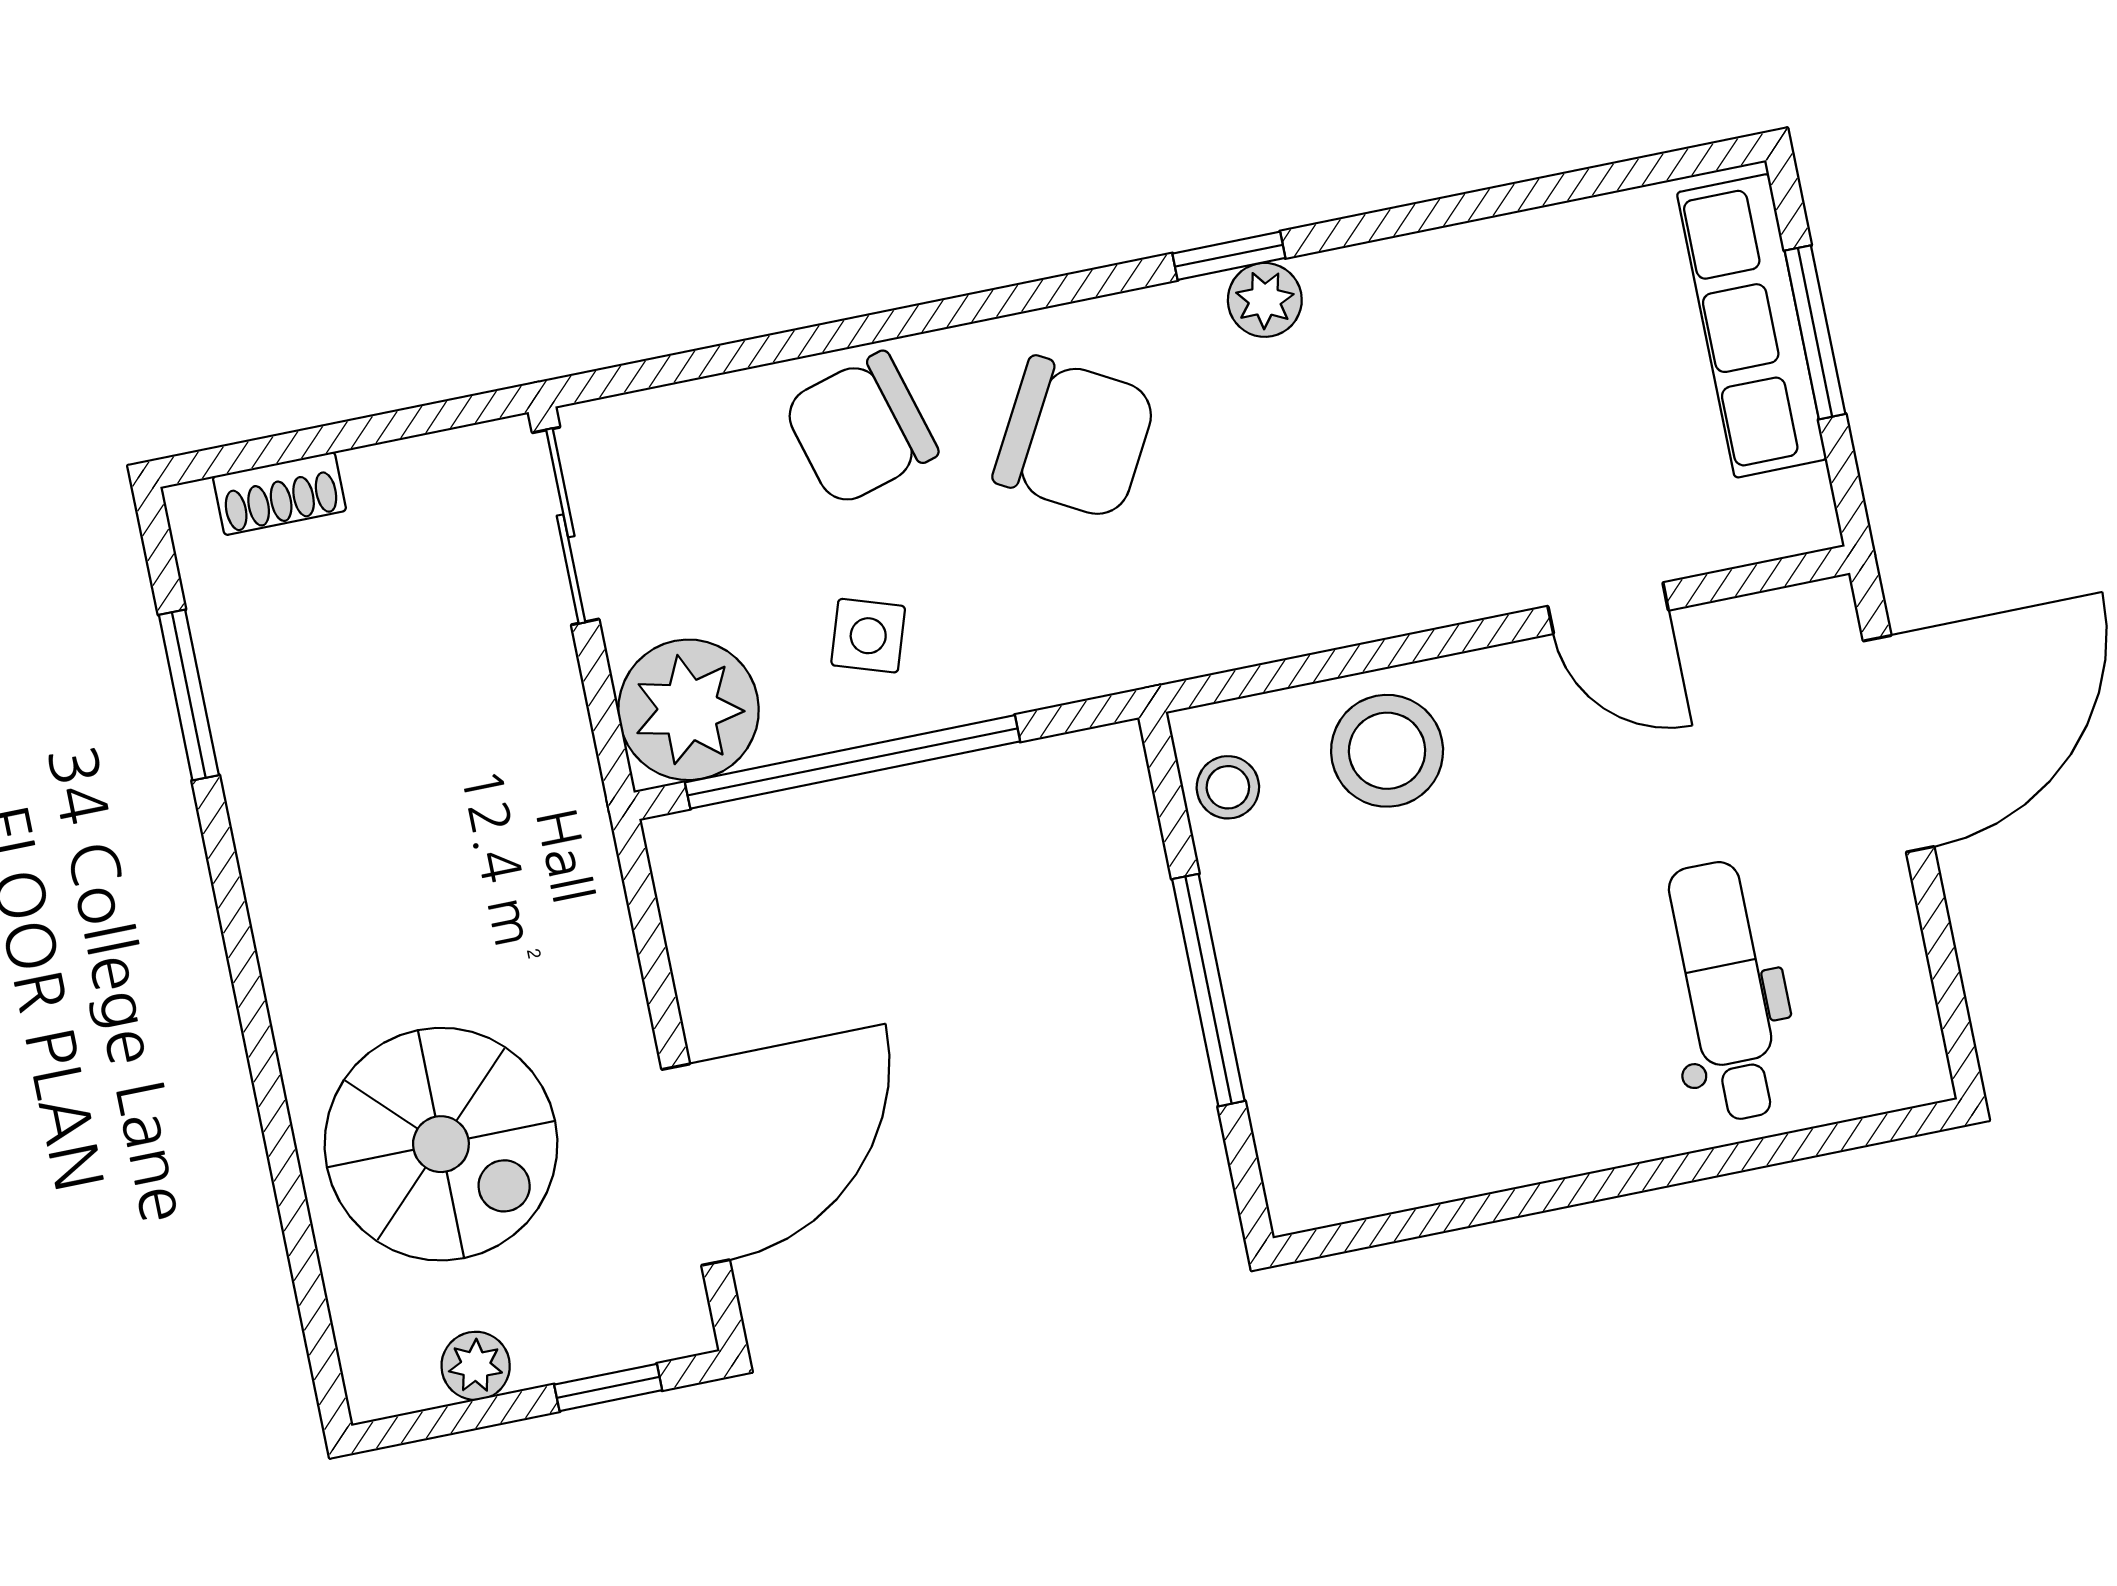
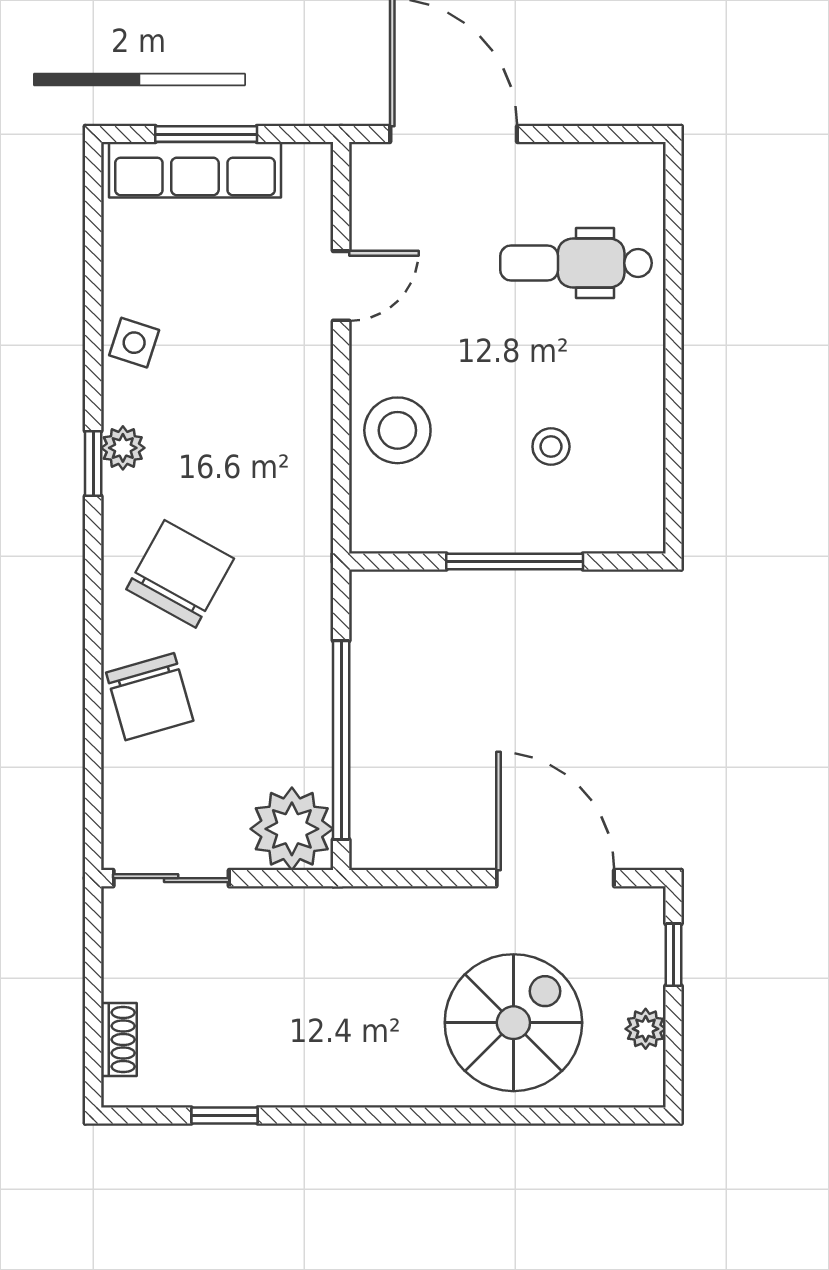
side table: (868, 636) -> (134, 343), moved
window: (189, 695) -> (224, 1116), width x0.67
stool: (1228, 787) -> (551, 447), moved

